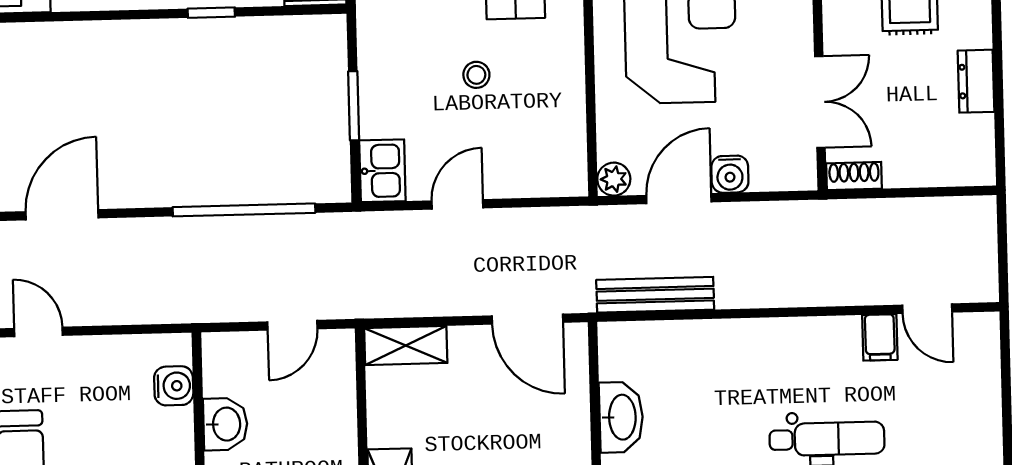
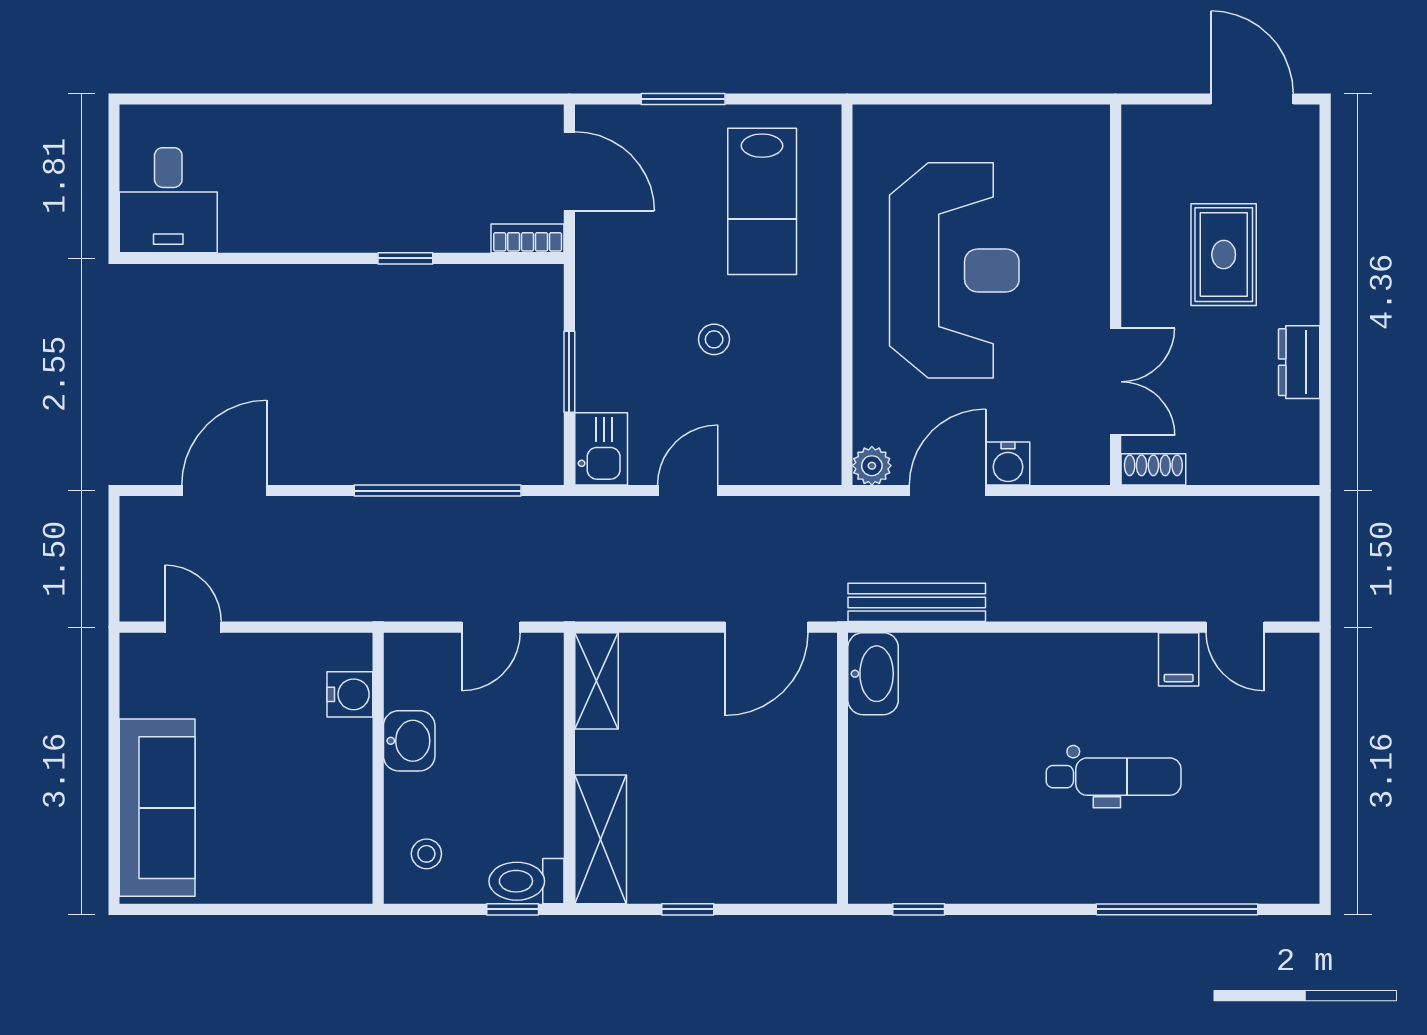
door: (528, 319) -> (766, 627), hinge flipped
shelving: (406, 346) -> (596, 681), moved, turned 90
washbasin: (621, 417) -> (873, 674), moved

